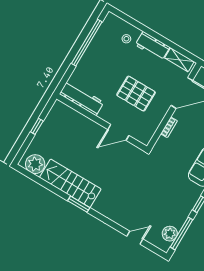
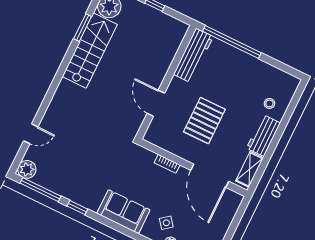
window: (87, 43) -> (232, 42), moved
window: (79, 204) -> (83, 28), moved
plant: (170, 234) -> (27, 169), moved
door: (135, 238) -> (31, 134), hinge flipped

